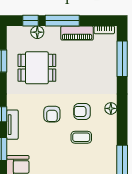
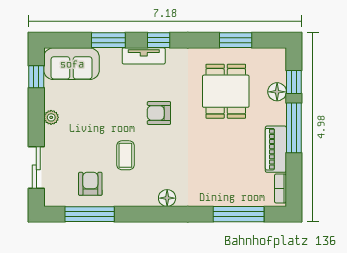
armchair: (82, 111) -> (90, 184), moved

